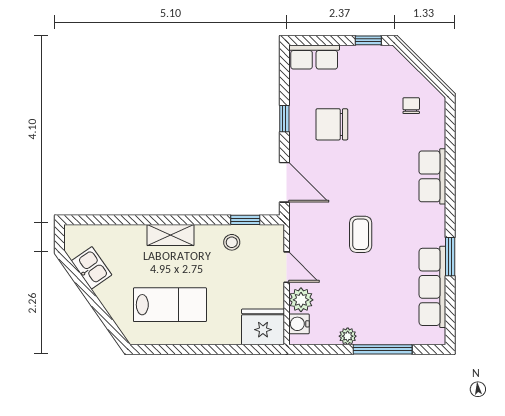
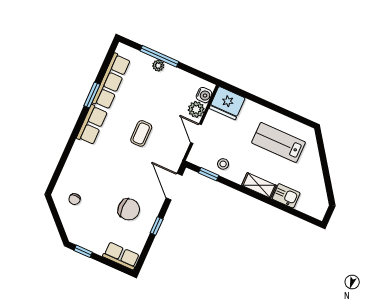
row of seats: (432, 176) -> (92, 125), moved
kitchen sink: (92, 268) -> (286, 196), moved, turned 125
plant: (348, 336) -> (158, 66), moved

